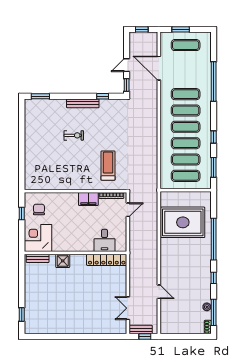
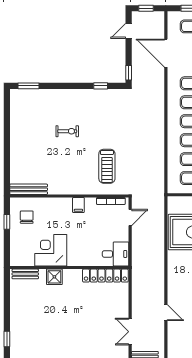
door: (127, 65) -> (129, 31), moved
bench: (83, 103) -> (29, 189), moved
treadmill: (108, 166) -> (107, 166), turned 180
filing cabinet: (88, 199) -> (78, 205), width x0.50
corner desk: (38, 238) -> (51, 250), moved
desk: (104, 240) -> (116, 254), moved, turned -90

